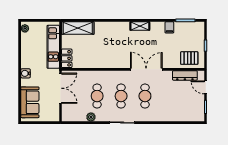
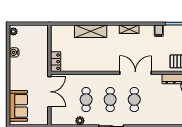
shelving: (78, 28) -> (91, 31), moved
kitchen unit: (53, 47) -> (42, 50), removed
water cooler: (26, 73) -> (14, 52), moved

